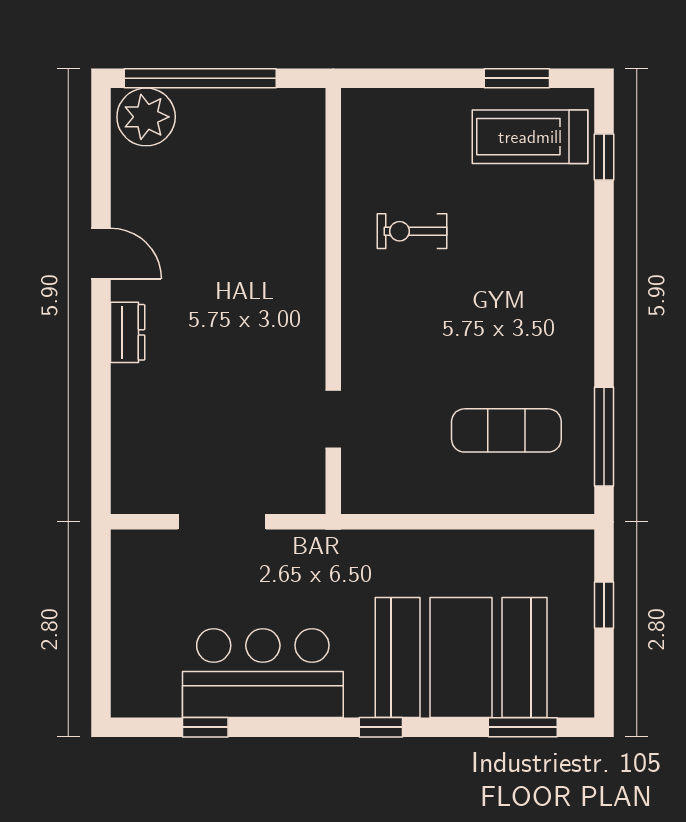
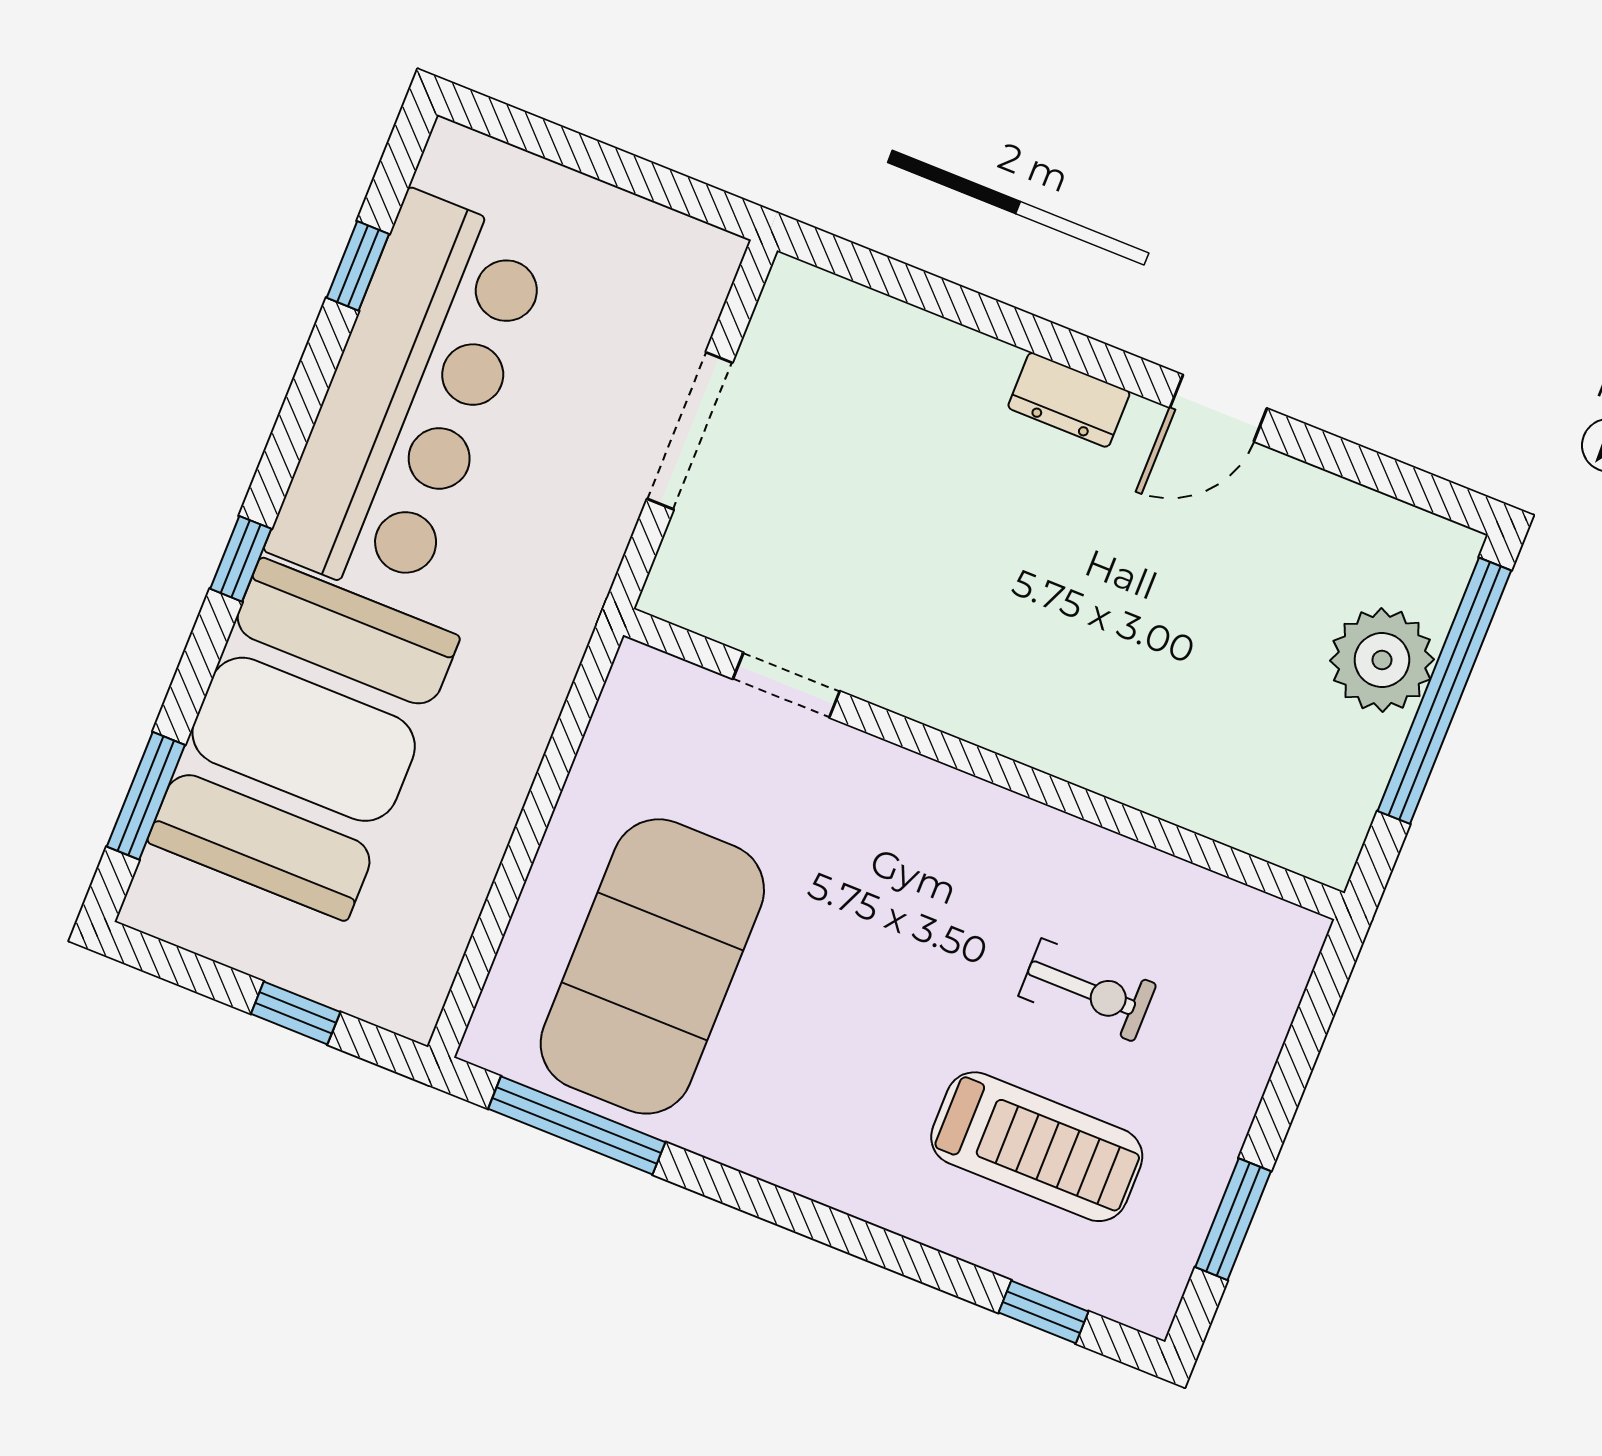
plant: (146, 117) -> (1382, 660), moved
treadmill: (530, 137) -> (1037, 1147), moved, turned 90
exercise bike: (412, 231) -> (1087, 990), moved, turned 90
exercise mat: (506, 430) -> (652, 966), width x2.00, depth x1.45
bar counter: (263, 673) -> (410, 398), width x1.36

